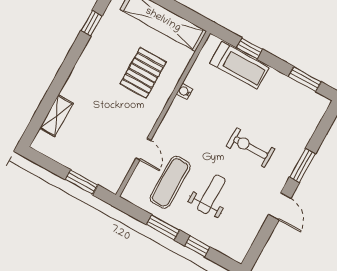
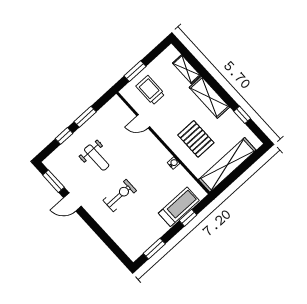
treadmill: (239, 65) -> (179, 207), turned 180
shelving: (83, 74) -> (209, 97), added
trolley: (100, 154) -> (150, 90), added
window: (302, 166) -> (53, 181), moved
exercise mat: (170, 182) -> (114, 132), removed

